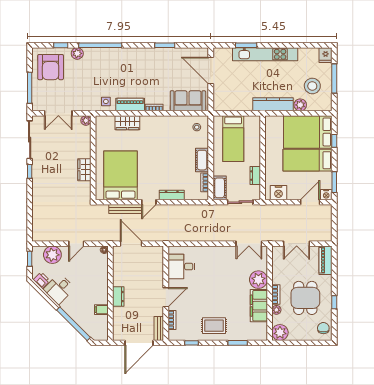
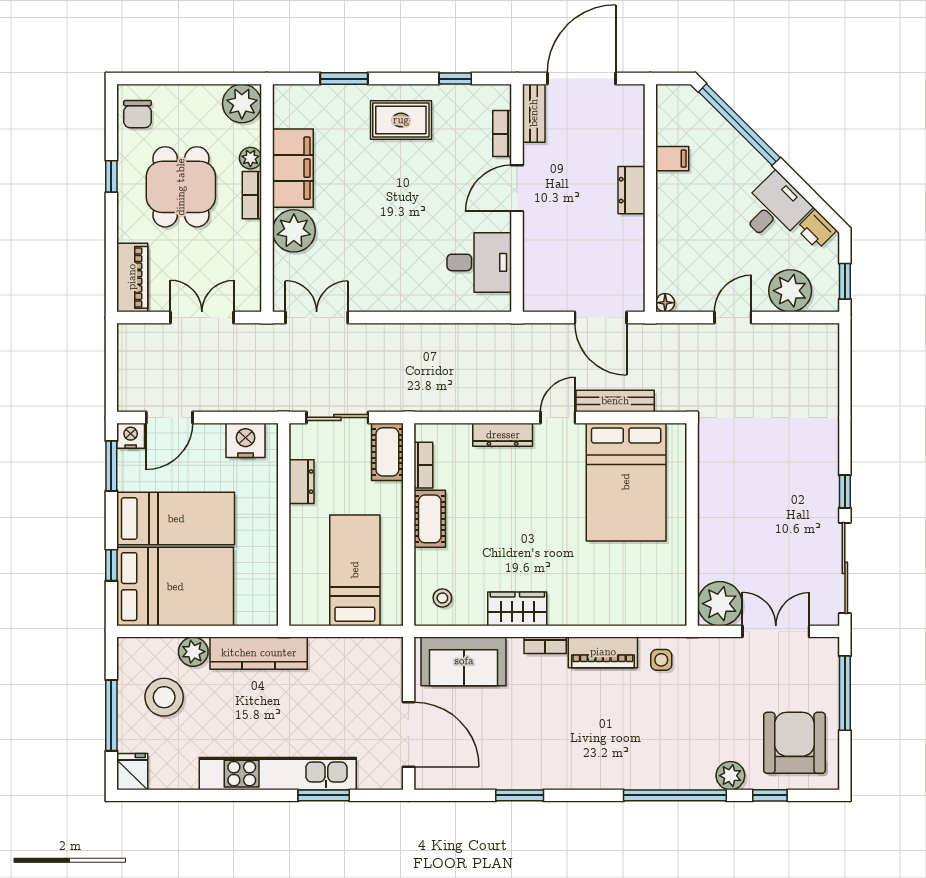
plant: (86, 121) -> (720, 604), width x1.87, depth x1.87
wardrobe: (127, 123) -> (517, 609), moved
wardrobe: (84, 170) -> (713, 495), removed

